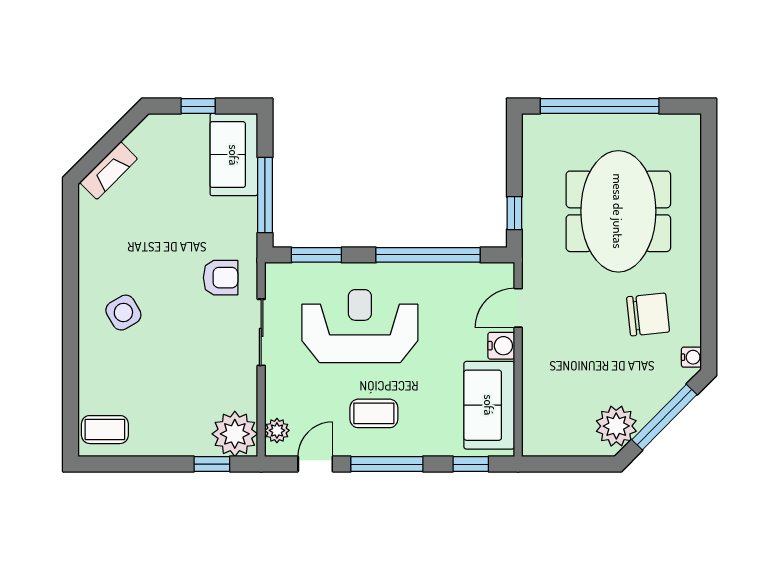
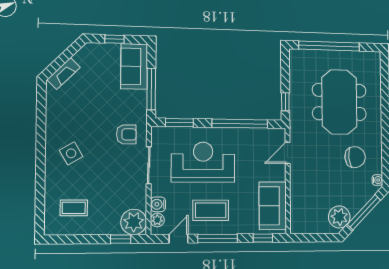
water cooler: (501, 346) -> (158, 204), moved, turned 180
coffee table: (374, 413) -> (211, 210), width x1.36, depth x1.30
coffee table: (105, 430) -> (74, 208), moved

